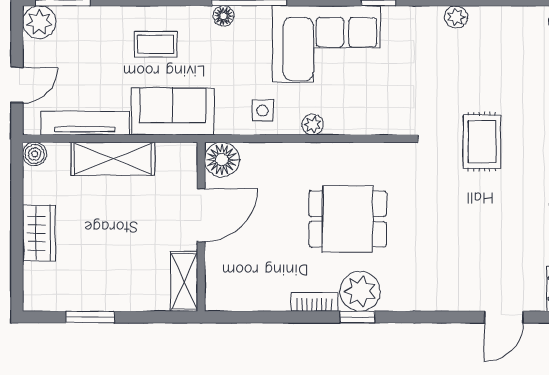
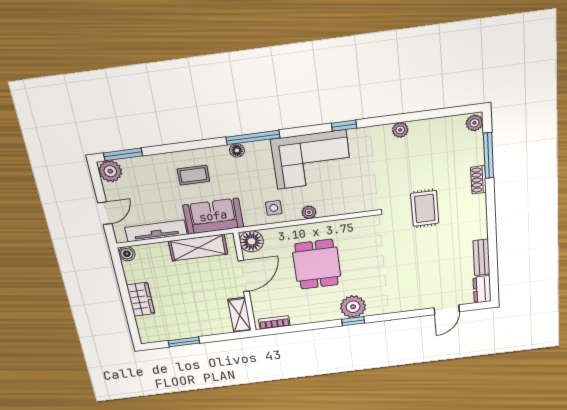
shelving: (113, 159) -> (198, 248), moved
dining table: (348, 219) -> (317, 264), moved, turned 90
bookcase: (314, 302) -> (274, 322), moved

